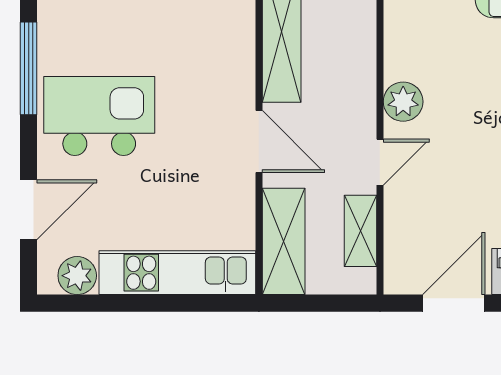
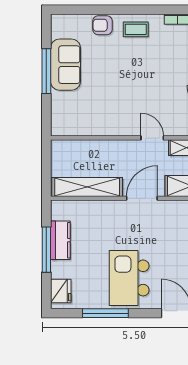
plant: (403, 102) -> (122, 126), removed

